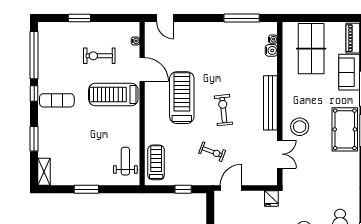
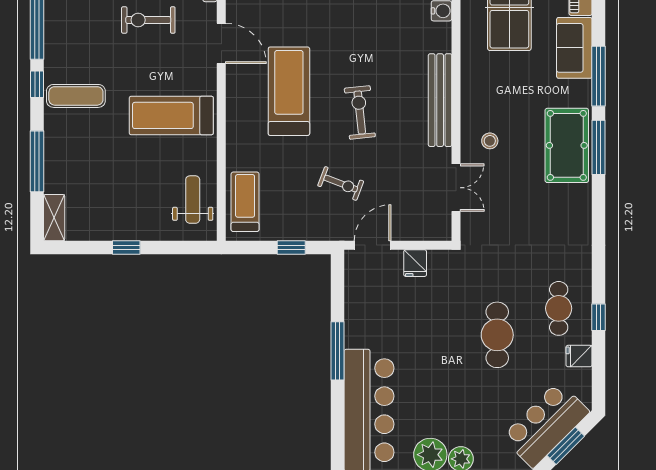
treadmill: (113, 95) -> (171, 115), moved
stool: (300, 127) -> (490, 141), width x0.53, depth x0.53
window: (34, 139) -> (37, 161), width x1.44
window: (86, 189) -> (126, 247), width x0.67
fridge: (271, 198) -> (415, 263), moved

